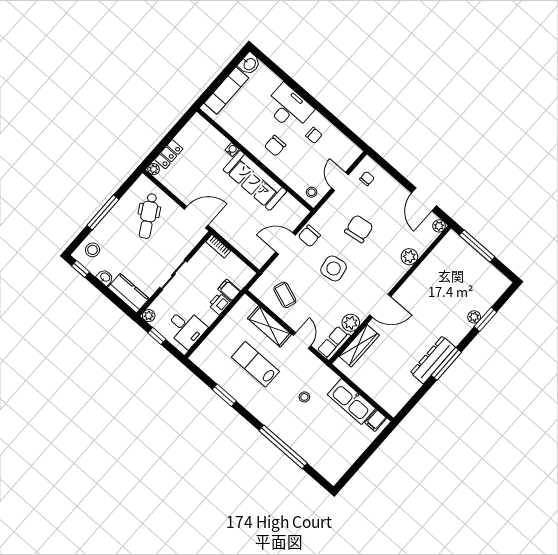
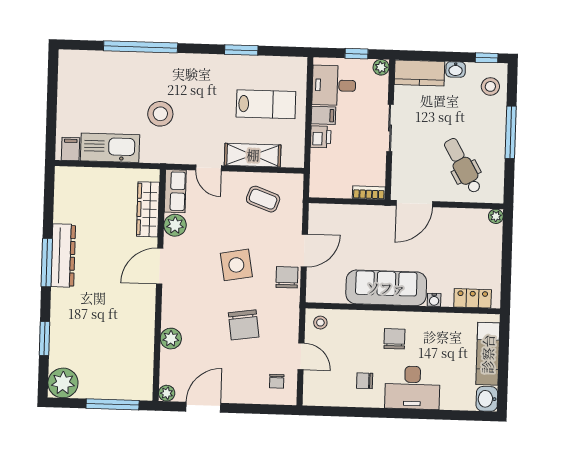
locker: (169, 154) -> (473, 298), moved, turned 90
door: (424, 199) -> (203, 407), hinge flipped
filing cabinet: (229, 290) -> (323, 115), moved
plant: (474, 317) -> (63, 383), moved, width x1.87, depth x1.87
lab bench: (255, 364) -> (266, 104), moved
stool: (304, 397) -> (160, 114), width x1.89, depth x1.89

